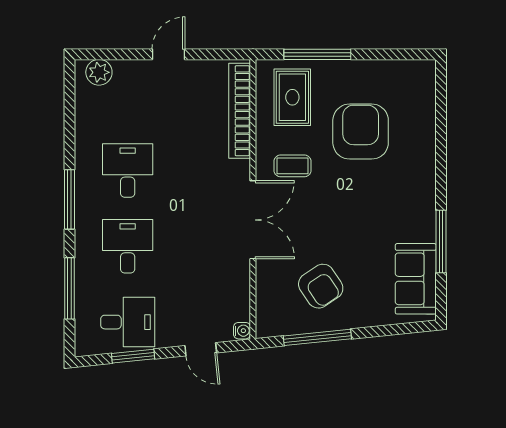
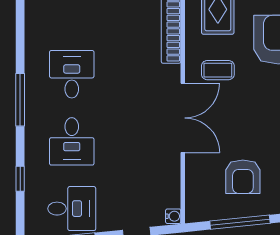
desk: (128, 246) -> (72, 141), turned 180
armchair: (321, 286) -> (243, 177), turned 34
window: (69, 288) -> (20, 179), width x0.46

